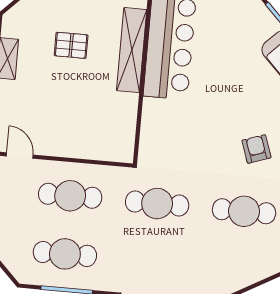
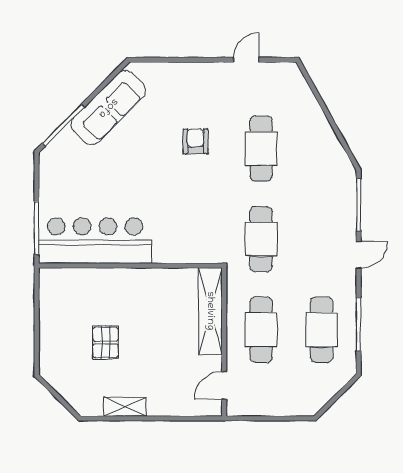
shelving: (132, 50) -> (210, 311), moved, turned 90
armchair: (256, 149) -> (196, 141), turned 109

